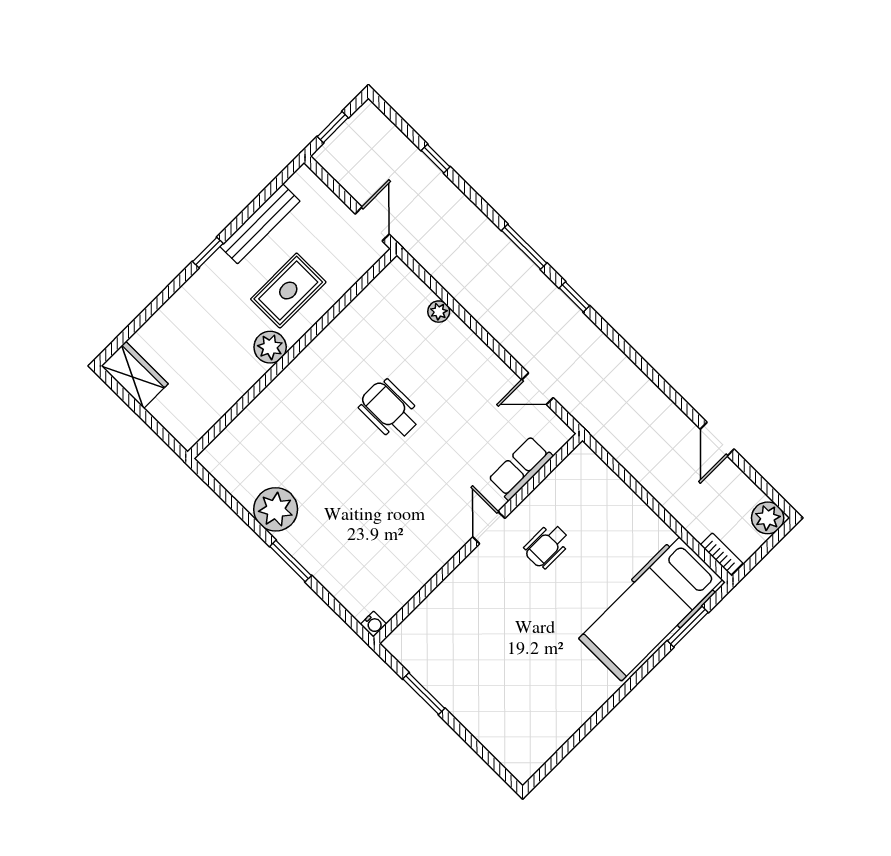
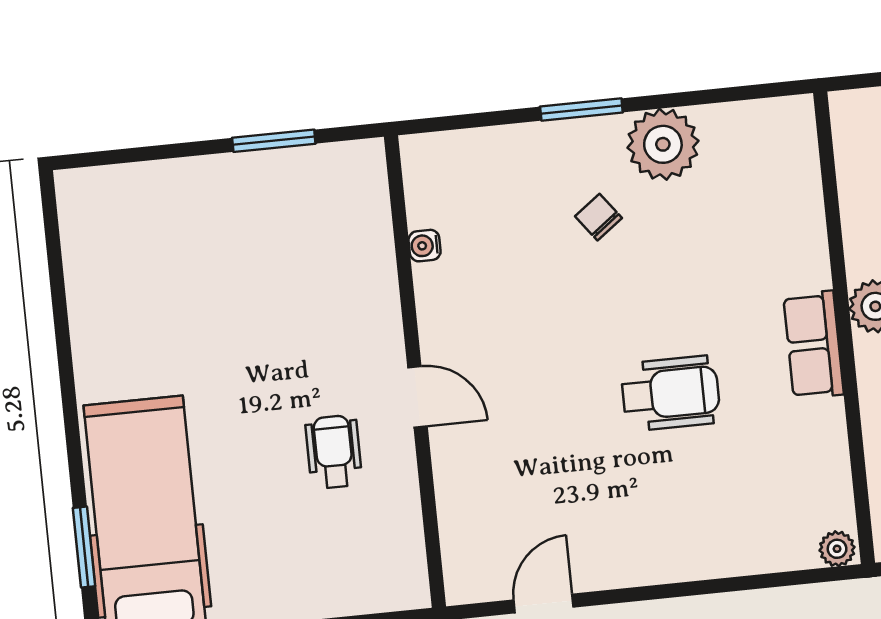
plant: (439, 312) -> (837, 549), moved
row of seats: (521, 468) -> (814, 345), moved, turned 180
chair: (335, 512) -> (599, 217), added
water cooler: (374, 624) -> (425, 246), moved

